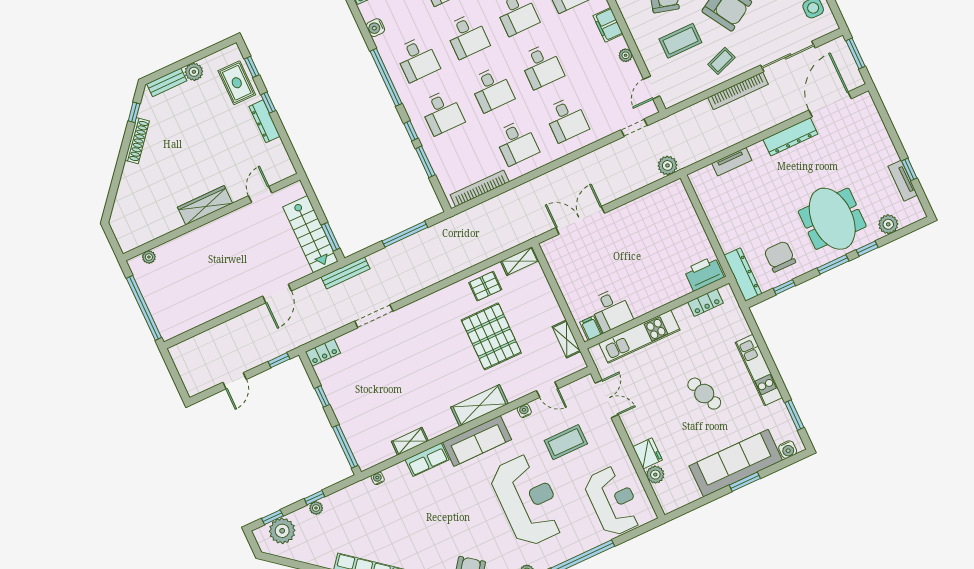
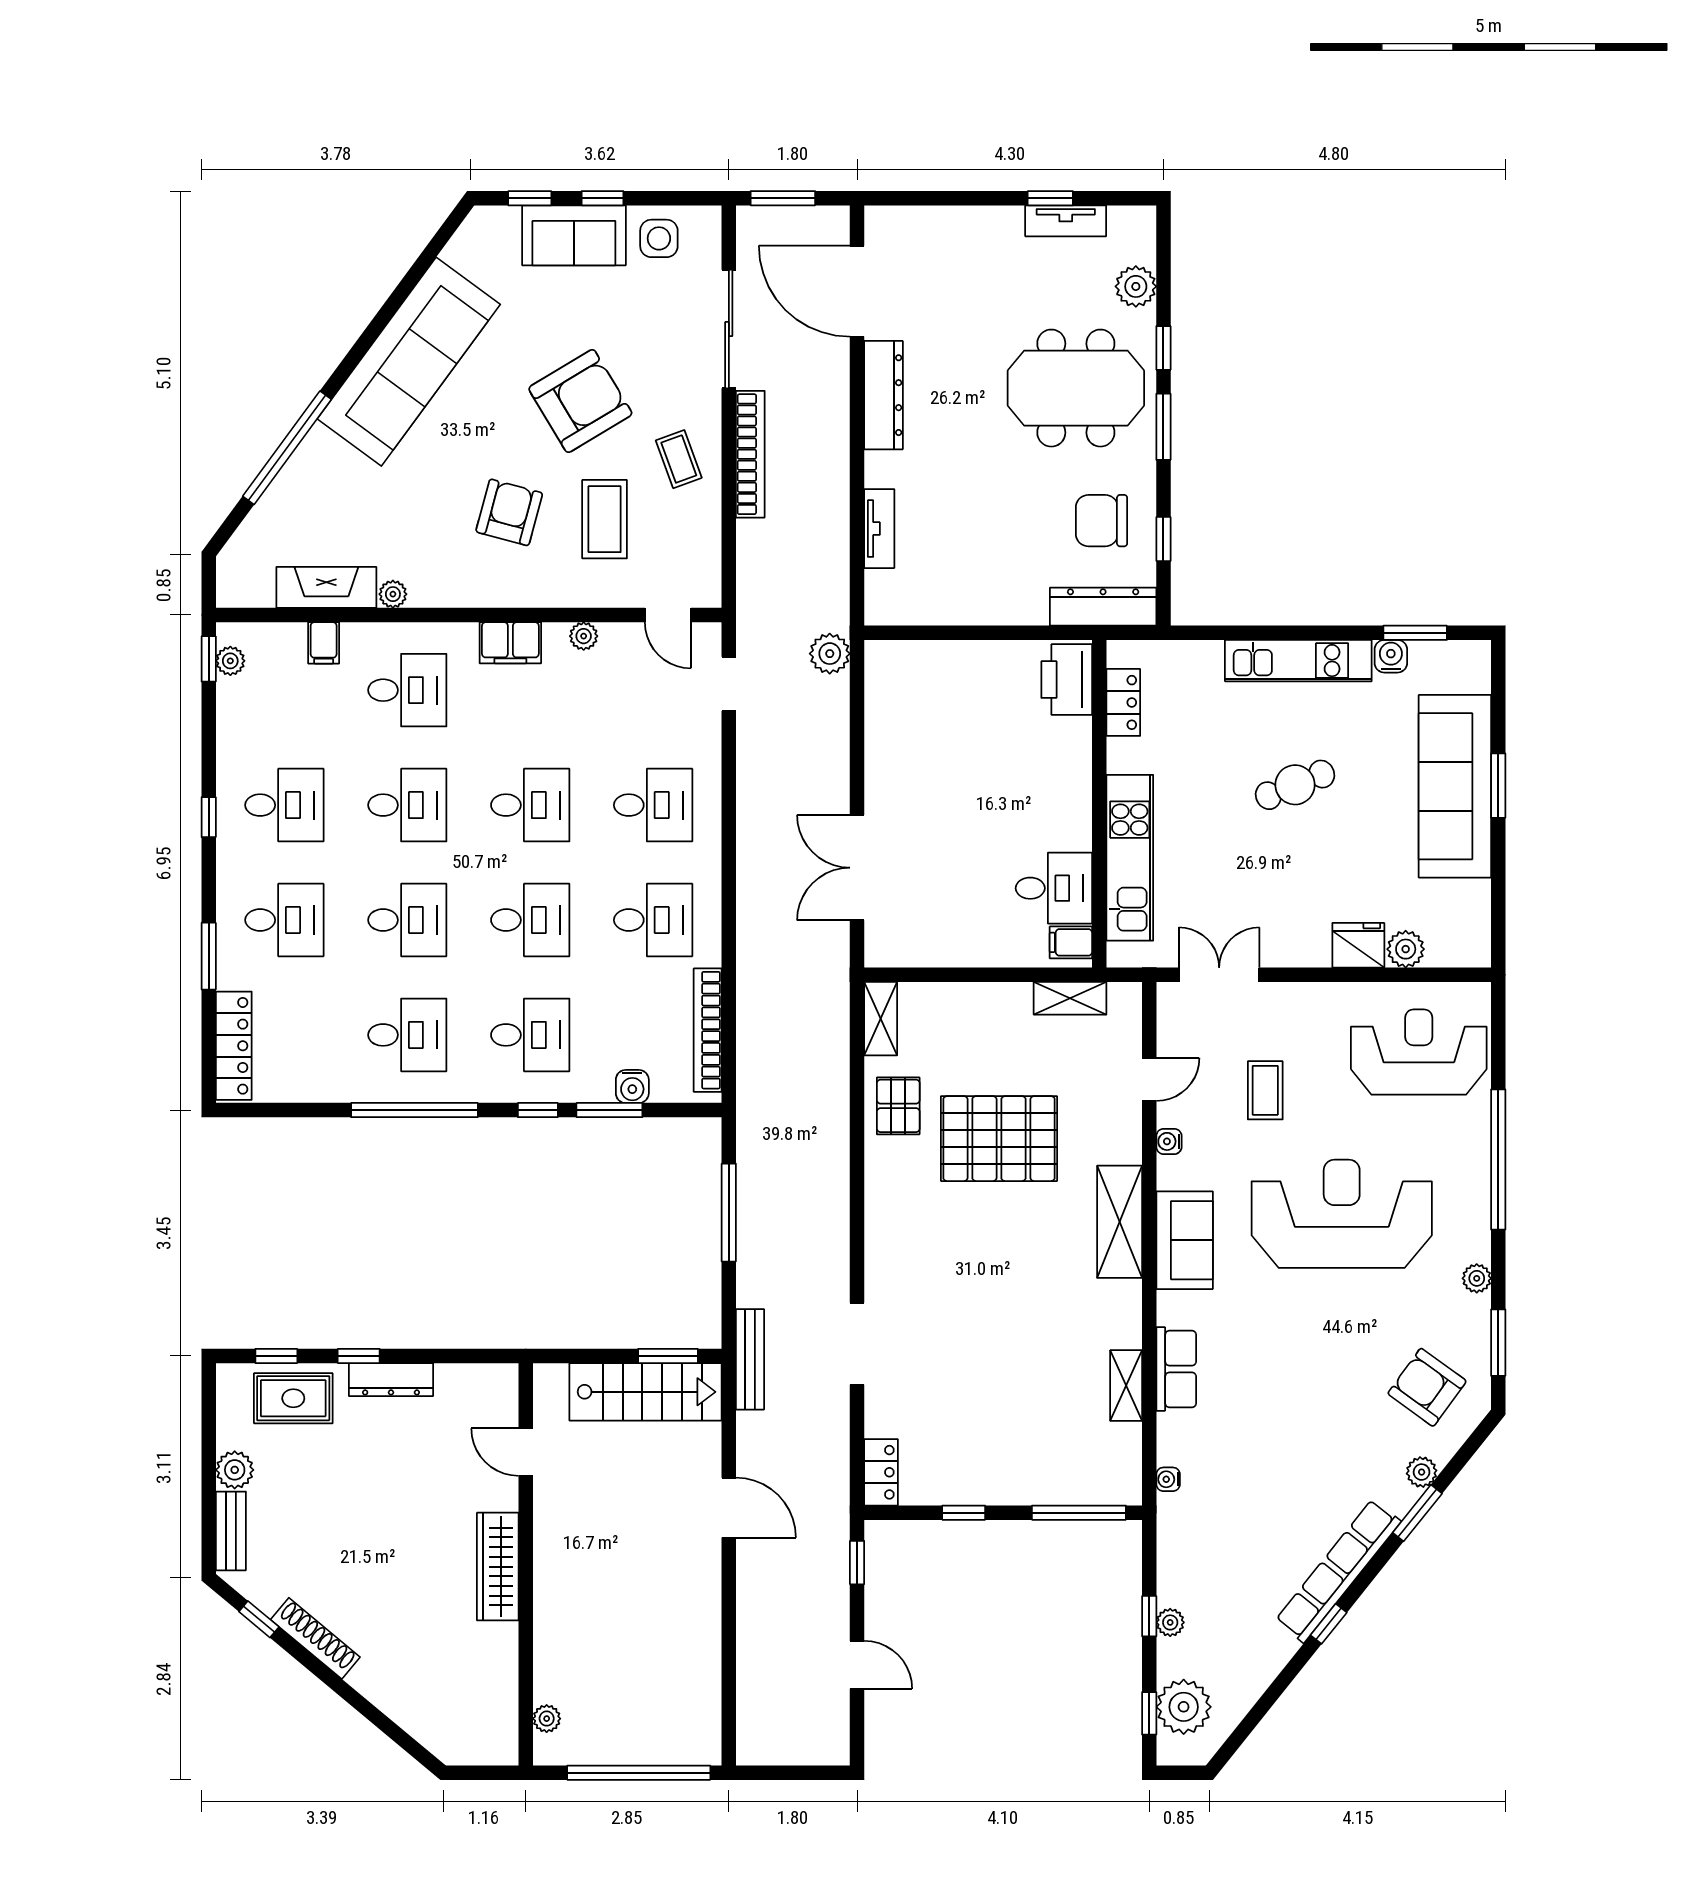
water cooler: (375, 28) -> (632, 1086), moved
sofa: (477, 441) -> (1185, 1240), width x0.73
coffee table: (566, 442) -> (1265, 1090), width x0.73, depth x0.77
water cooler: (788, 450) -> (1391, 656), moved, turned -90

